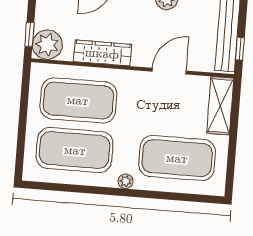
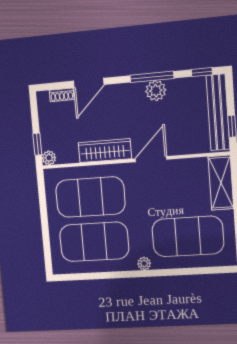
plant: (47, 45) -> (49, 158), width x0.53, depth x0.53
door: (169, 71) -> (151, 159), moved

